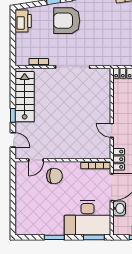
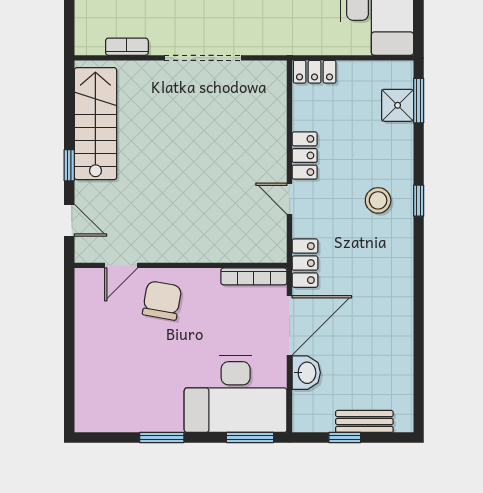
locker: (118, 111) -> (305, 155), added
chair: (54, 176) -> (162, 301), turned -80

